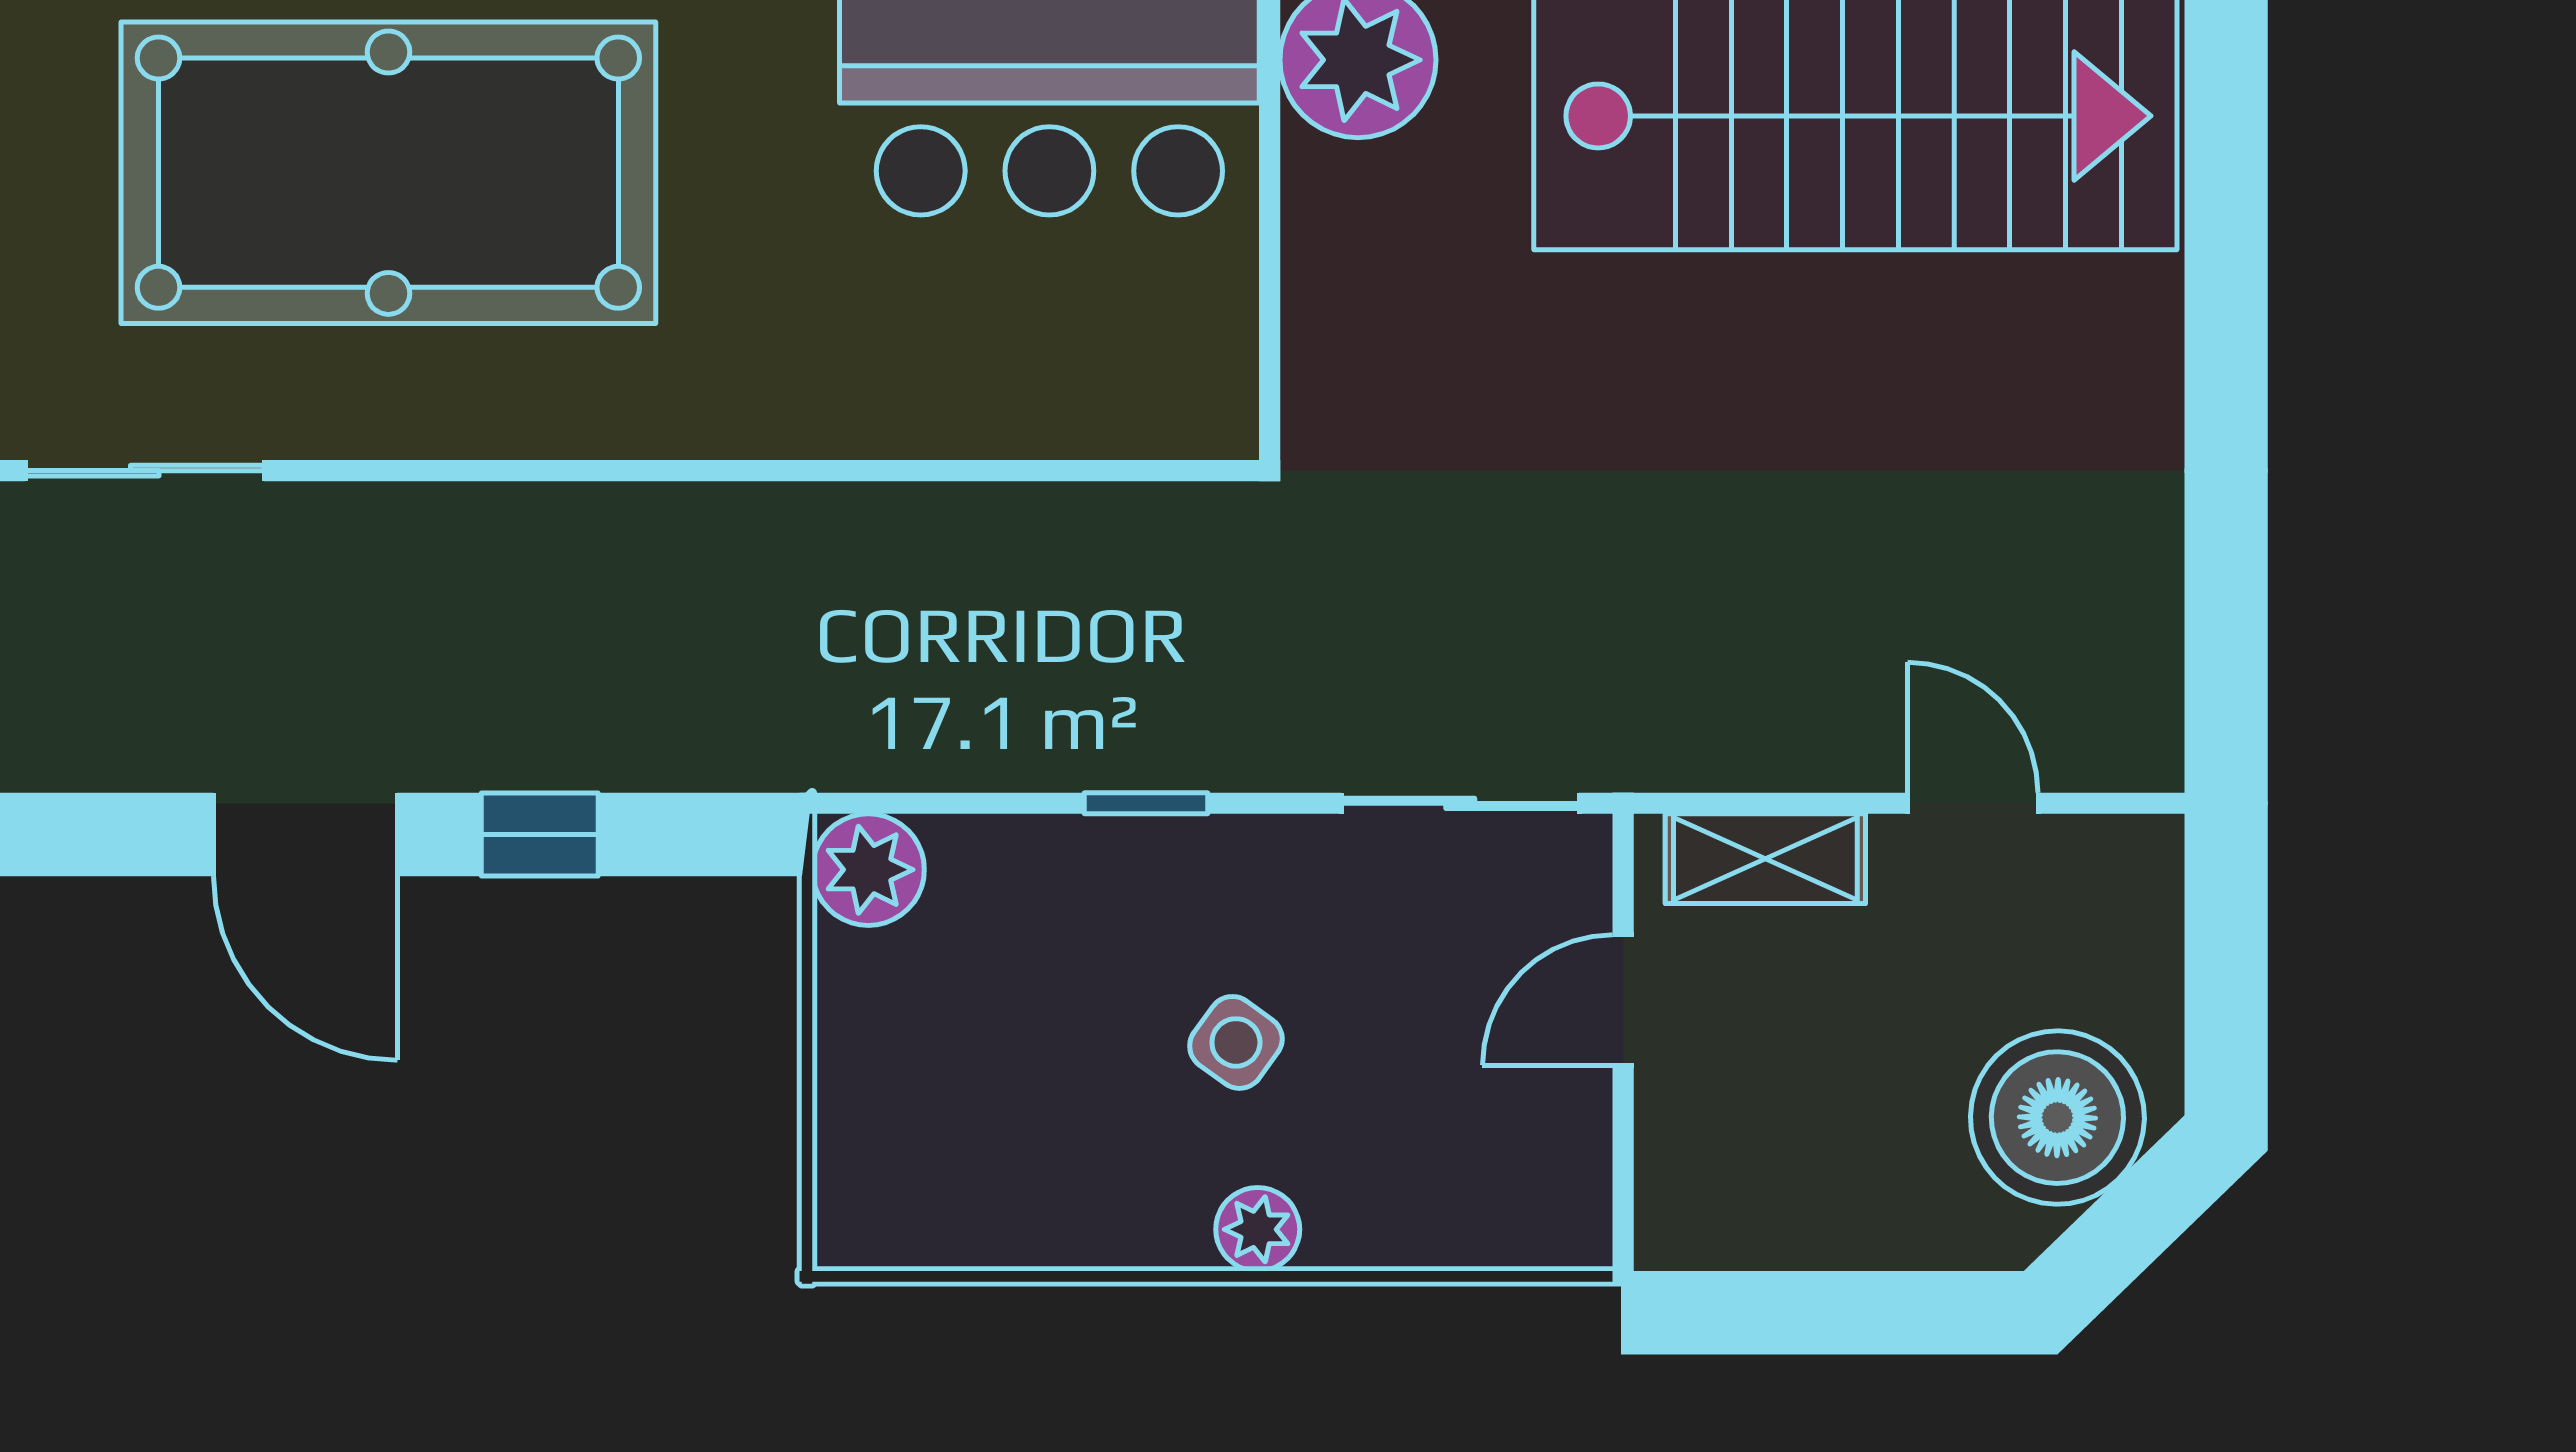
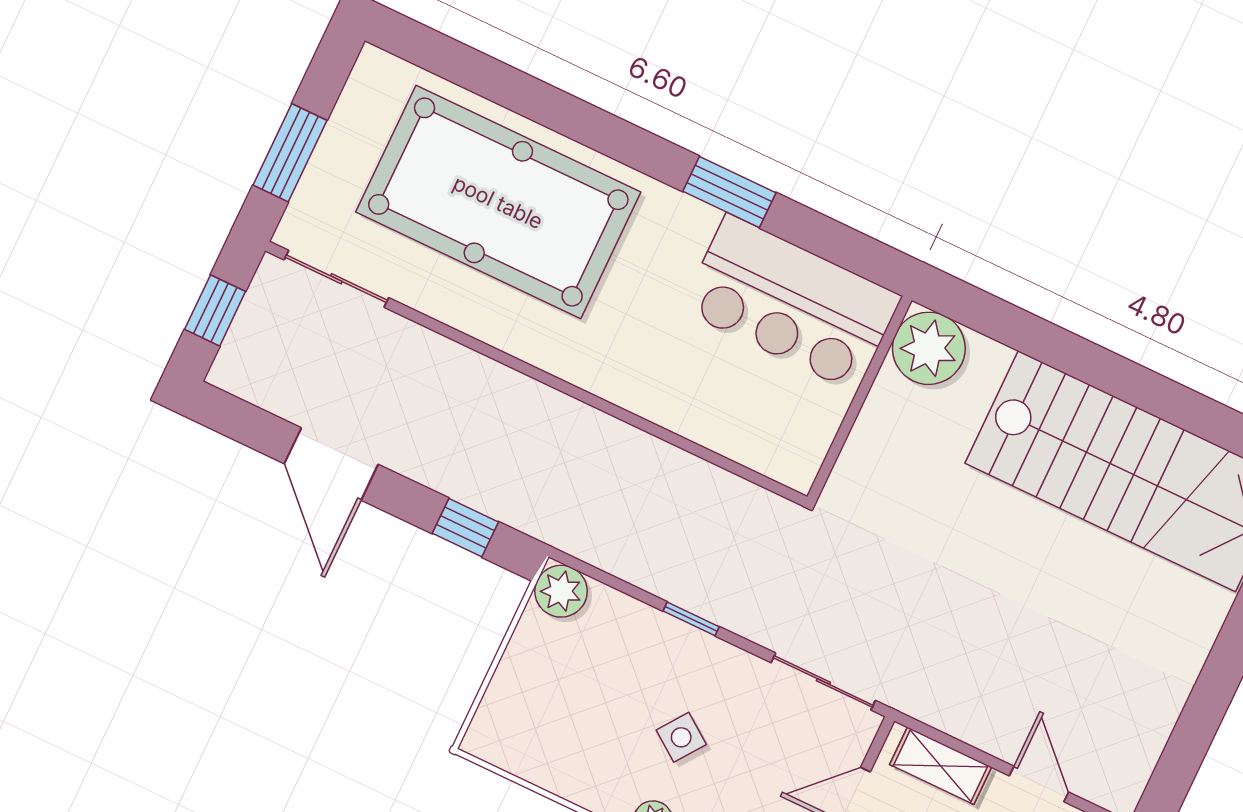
window: (540, 835) -> (465, 528), moved

